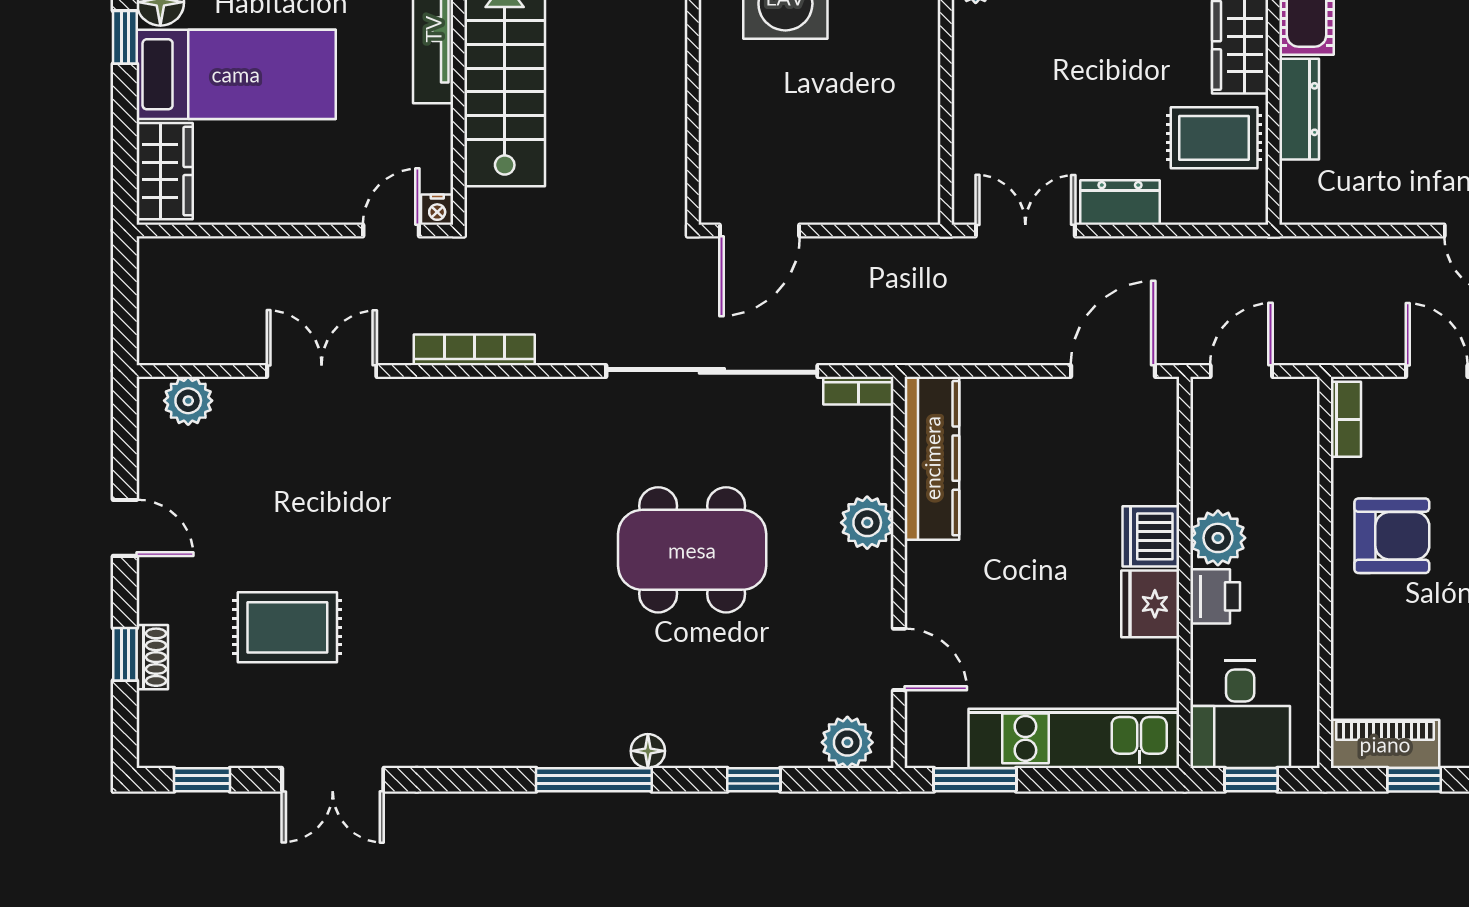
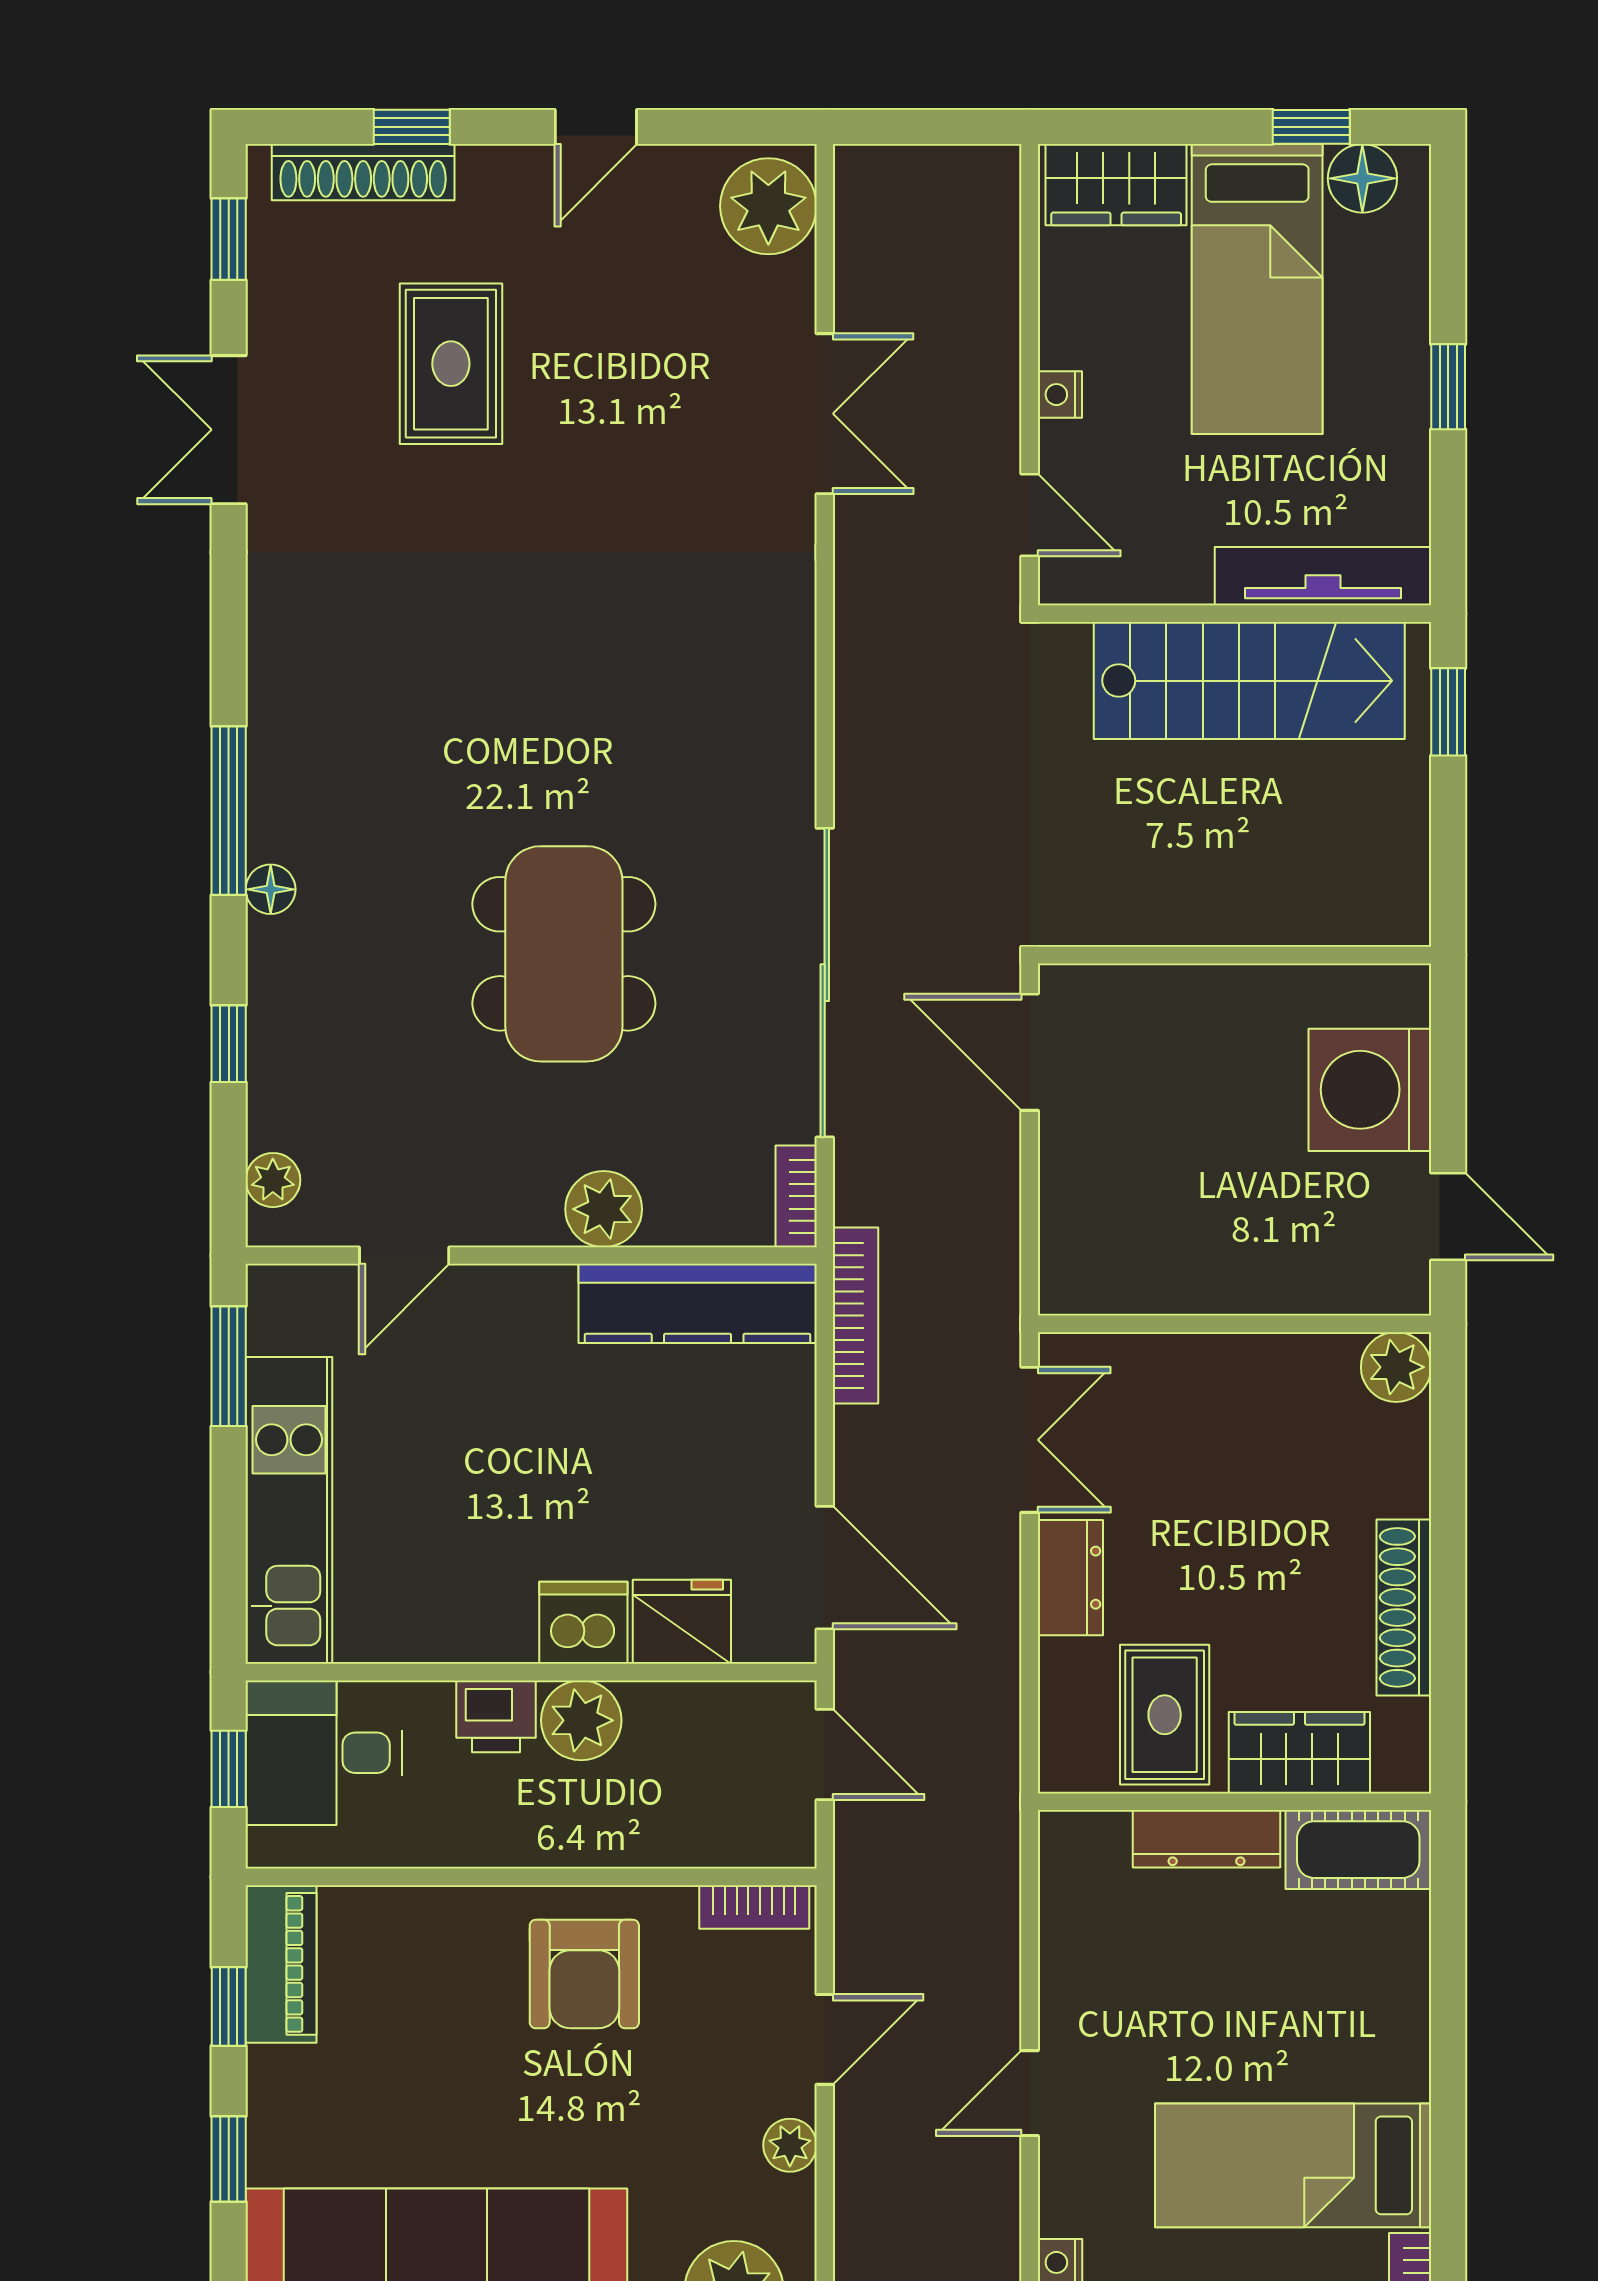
nightstand: (437, 210) -> (1060, 395), moved
bookcase: (474, 350) -> (855, 1315), moved
plant: (188, 401) -> (768, 206), width x1.36, depth x1.36
fridge: (1150, 604) -> (682, 1622), moved
shoe rack: (152, 657) -> (363, 172), width x1.94, depth x1.24
plant: (847, 742) -> (273, 1180), width x0.73, depth x0.73

